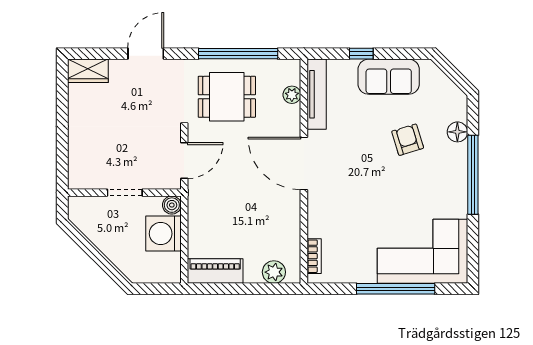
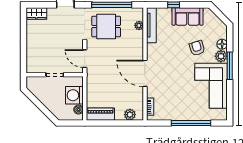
plant: (455, 156) -> (221, 56), added
door: (184, 161) -> (85, 59), swing flipped
door: (304, 163) -> (145, 73), moved
window: (473, 175) -> (230, 66), width x0.68
boiler: (172, 205) -> (79, 110), moved
corner sofa: (422, 251) -> (211, 86), moved, turned -90

